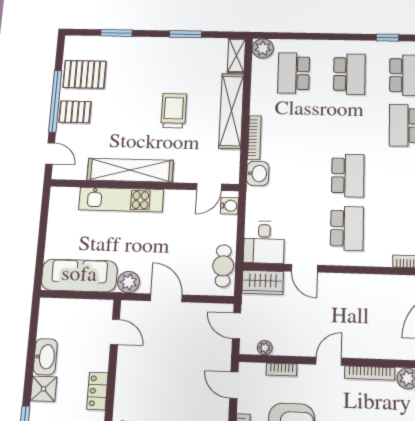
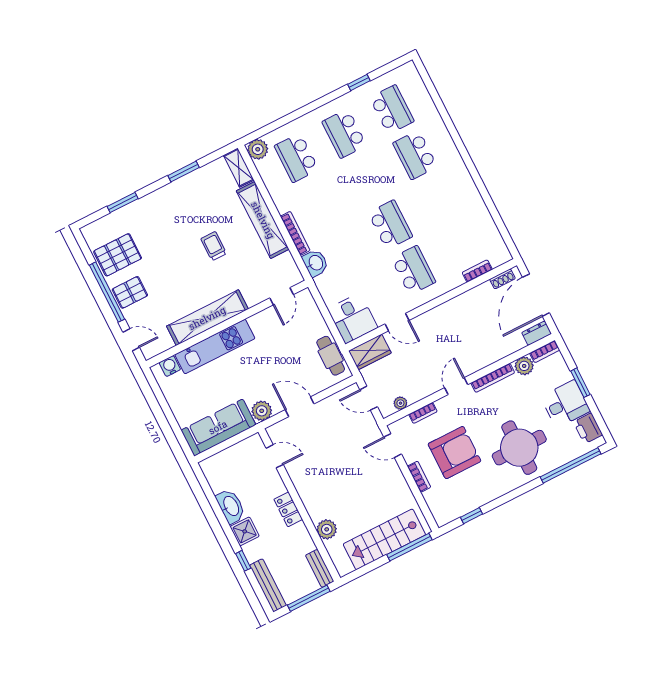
school desk: (349, 74) -> (344, 134), turned 180
trolley: (174, 111) -> (214, 246), width x0.73, depth x0.72
water cooler: (229, 206) -> (170, 366), moved, turned -90

